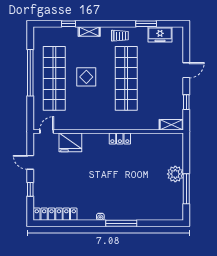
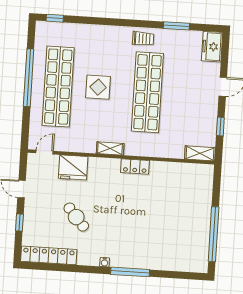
window: (69, 24) -> (55, 18), moved
shelving: (89, 31) -> (110, 148), moved
freezer: (160, 34) -> (212, 47), moved, turned 90
plant: (175, 174) -> (201, 215), removed
cafe table: (75, 182) -> (76, 217), added
window: (186, 189) -> (214, 234), width x1.46

